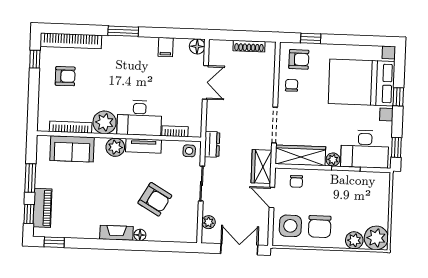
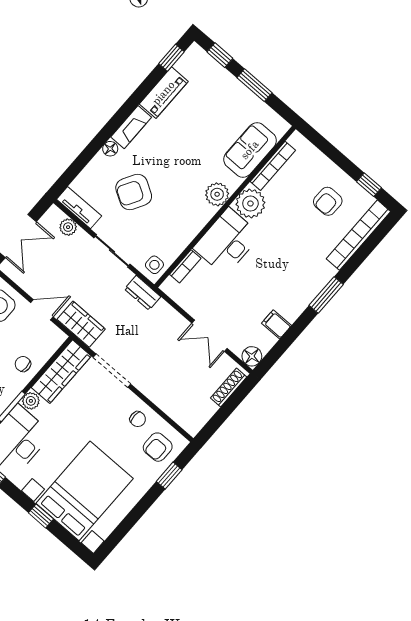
shoe rack: (249, 46) -> (229, 387), moved
tv unit: (144, 146) -> (79, 208), moved, turned 90
chair: (296, 181) -> (23, 364), moved
piano: (43, 208) -> (164, 93), moved, turned -90

